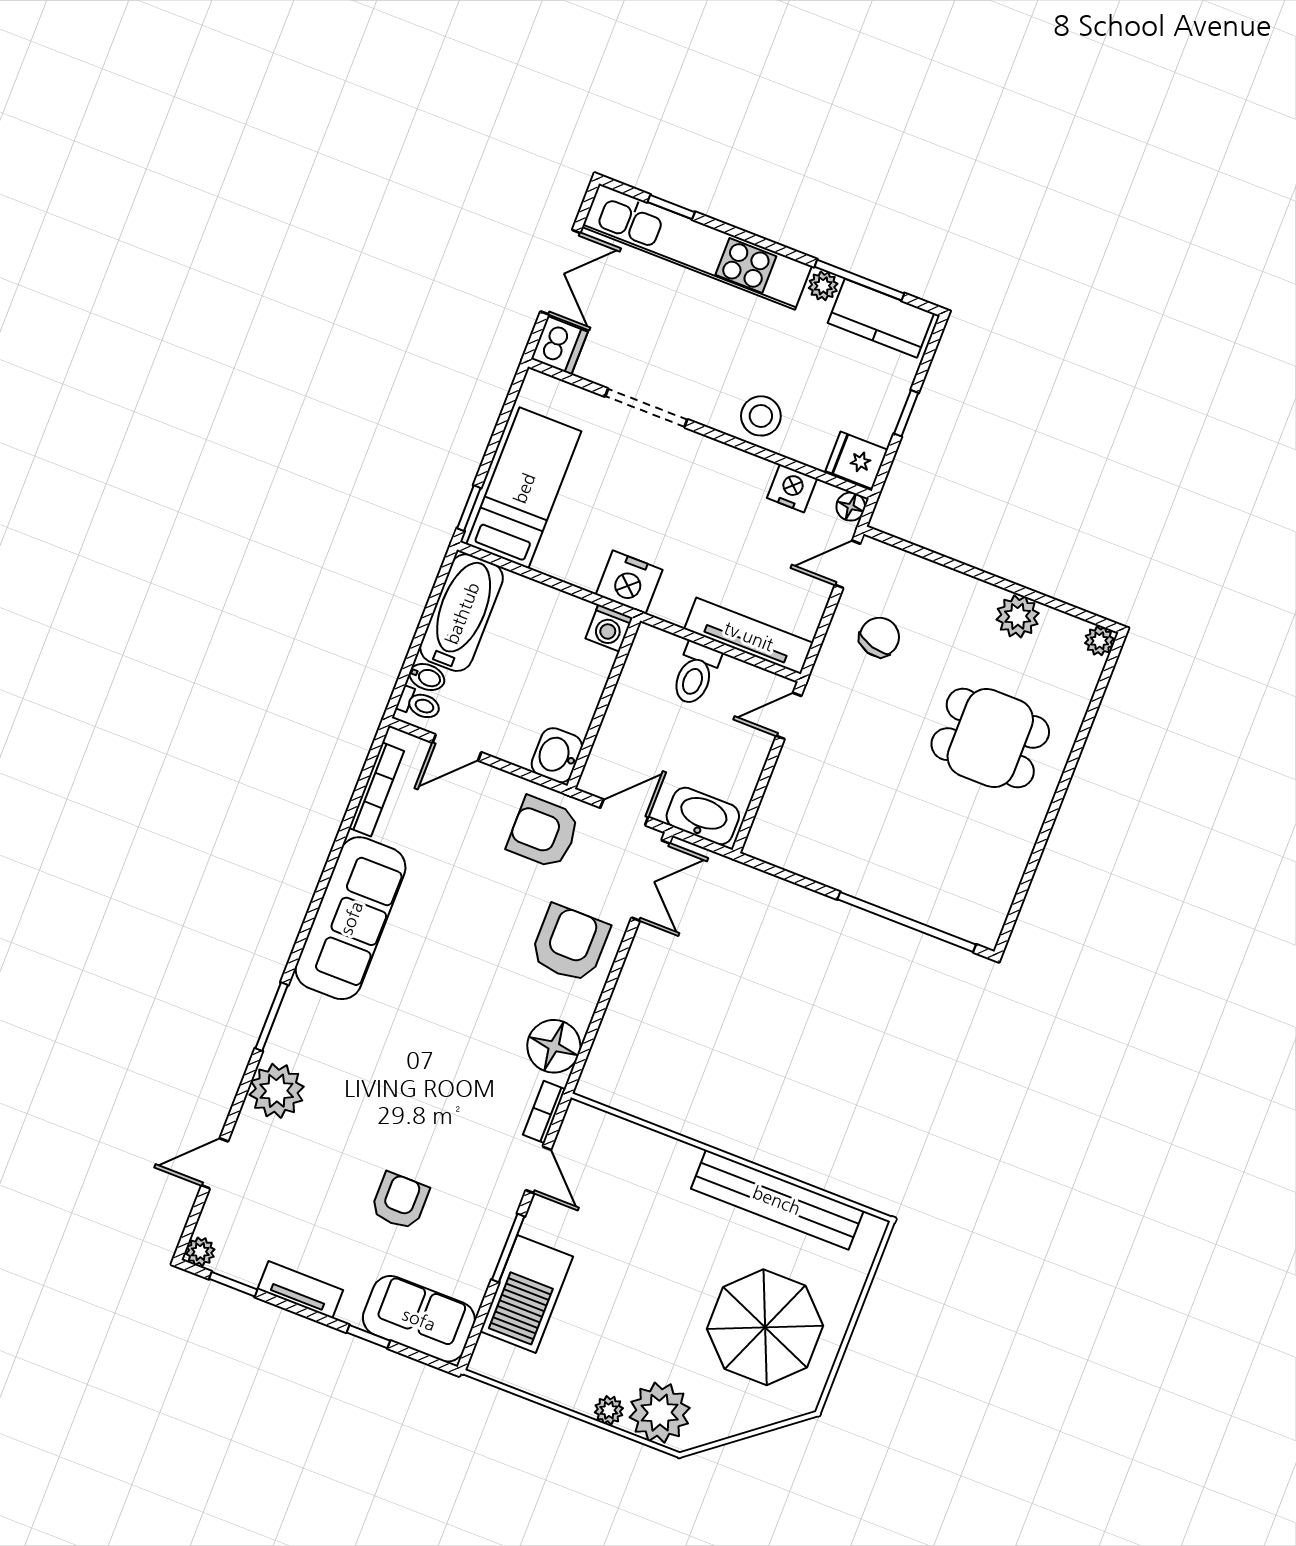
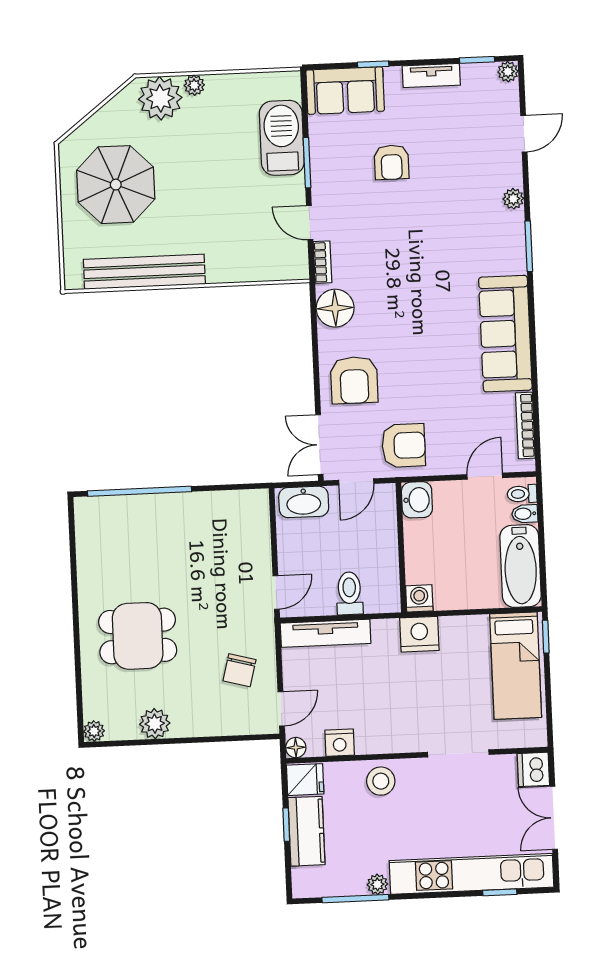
kitchen counter: (881, 318) -> (306, 831), moved, turned 90
plant: (277, 1091) -> (513, 199), width x0.53, depth x0.53

